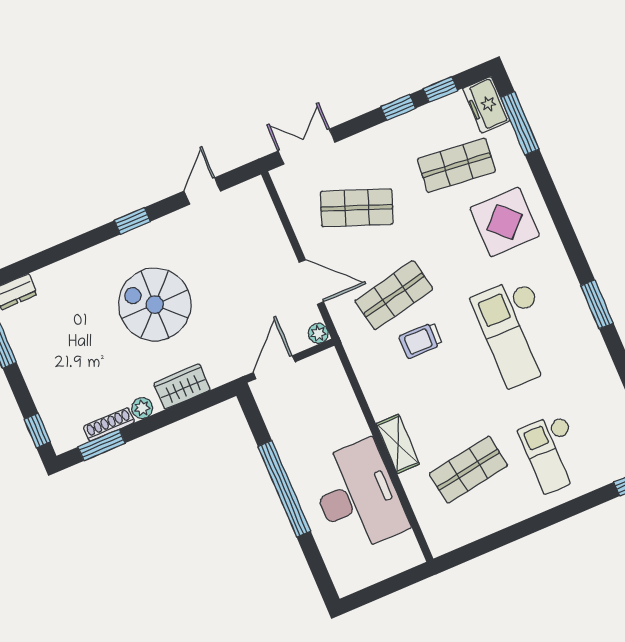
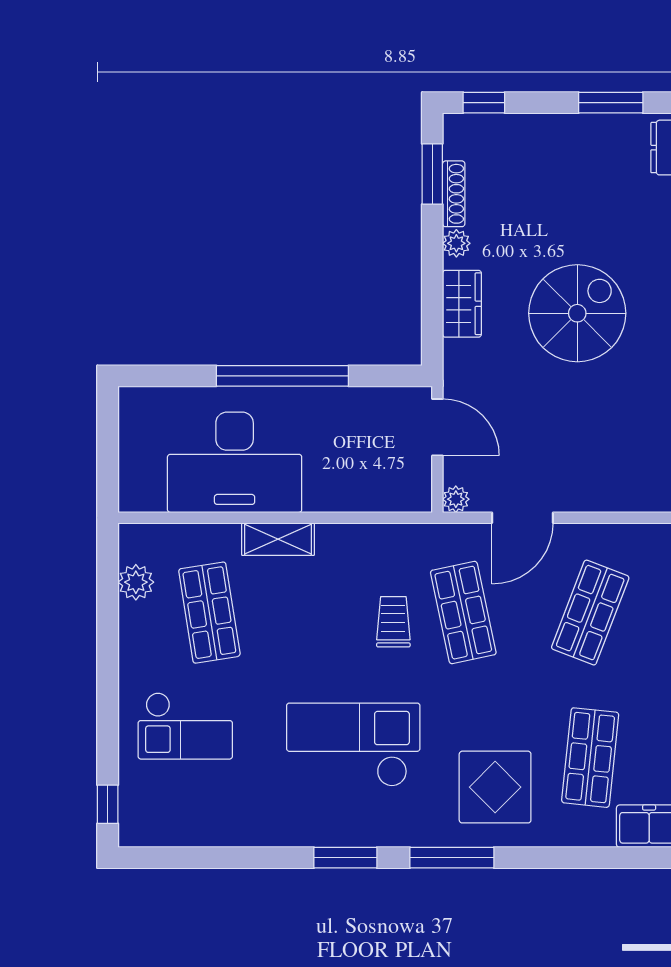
window: (520, 123) -> (452, 858), moved
checkout: (553, 453) -> (185, 726), turned 180
plant: (469, 529) -> (136, 582), added

